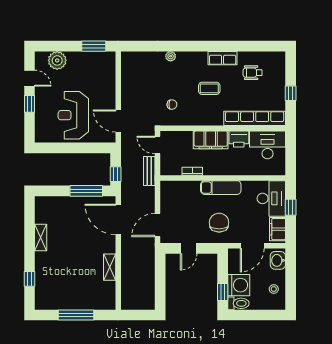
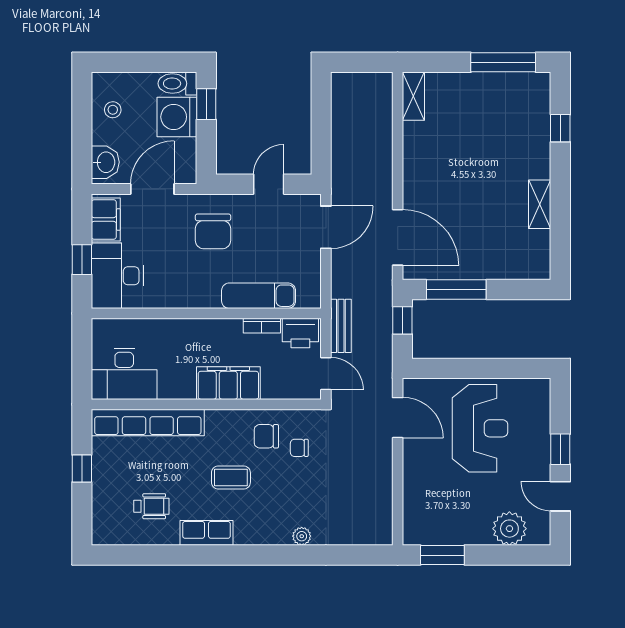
chair: (190, 111) -> (266, 436), added
printer: (239, 139) -> (300, 333), moved, turned 180
exam couch: (221, 188) -> (259, 296), moved
shelving: (110, 267) -> (413, 96), moved
window: (76, 315) -> (503, 62), moved

